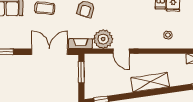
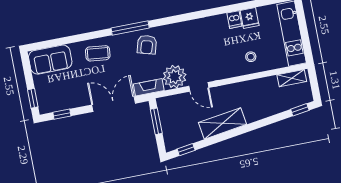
shelving: (150, 82) -> (222, 123), moved

